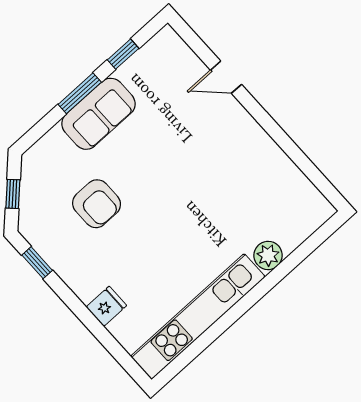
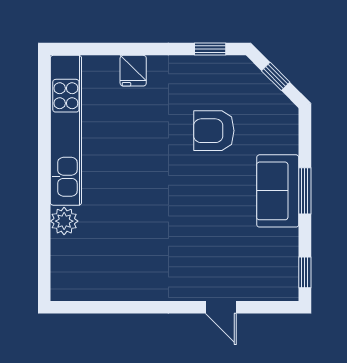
window: (123, 54) -> (305, 272), moved
door: (226, 77) -> (221, 307), swing flipped

